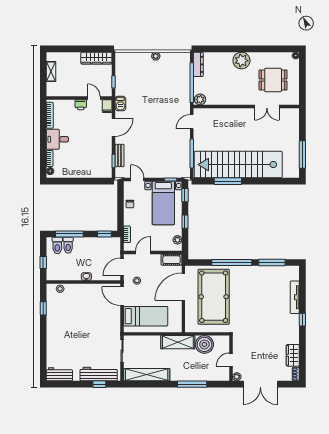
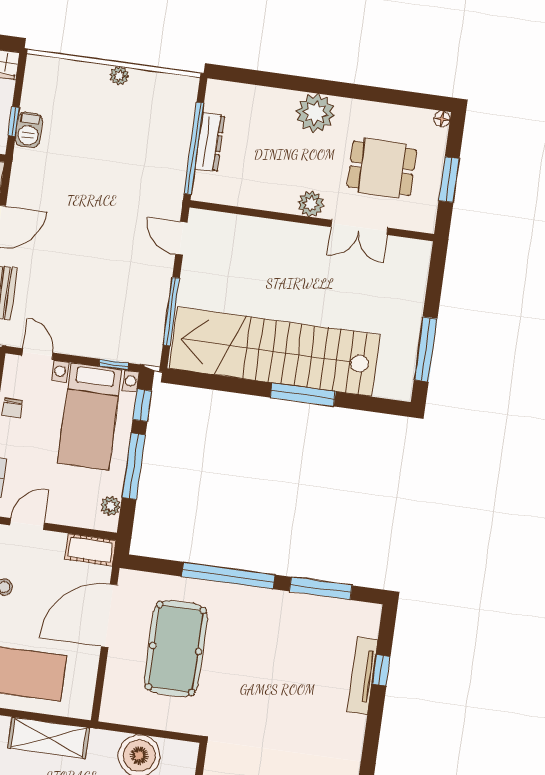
dresser: (198, 64) -> (210, 142), moved
window: (302, 81) -> (449, 180), added
plant: (200, 99) -> (311, 204), moved
barbecue: (120, 104) -> (29, 130), moved
door: (192, 122) -> (181, 238), hinge flipped
window: (228, 181) -> (303, 395), moved
window: (185, 222) -> (134, 466), width x2.17
pool table: (214, 297) -> (176, 649), width x0.73, depth x0.76
window: (302, 320) -> (381, 670), moved
shelving: (178, 342) -> (49, 738), moved

